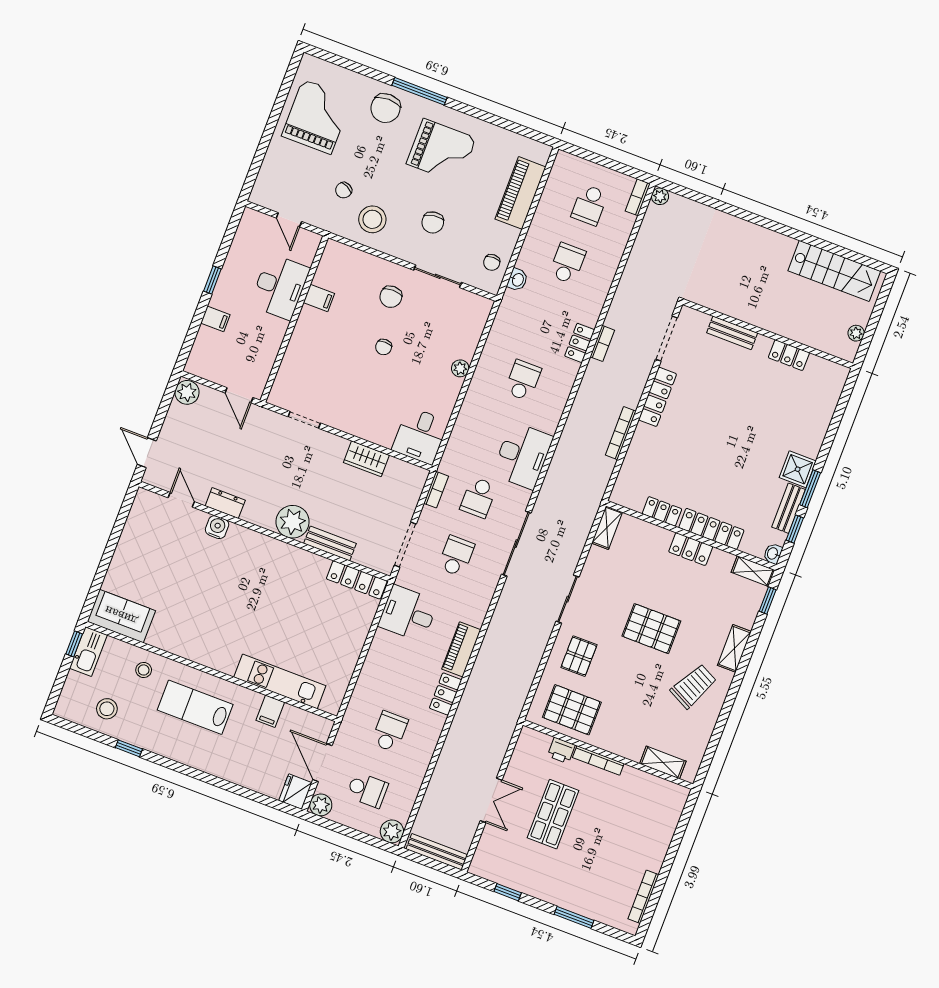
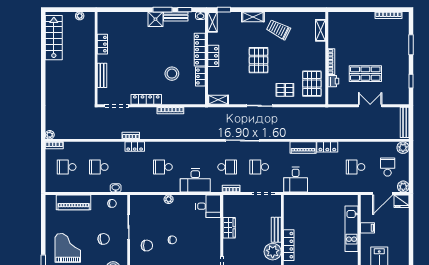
school desk: (590, 205) -> (67, 167), turned 180
desk: (523, 456) -> (195, 181), moved, turned 180
stool: (687, 461) -> (172, 74), added
locker: (357, 580) -> (289, 245), moved

